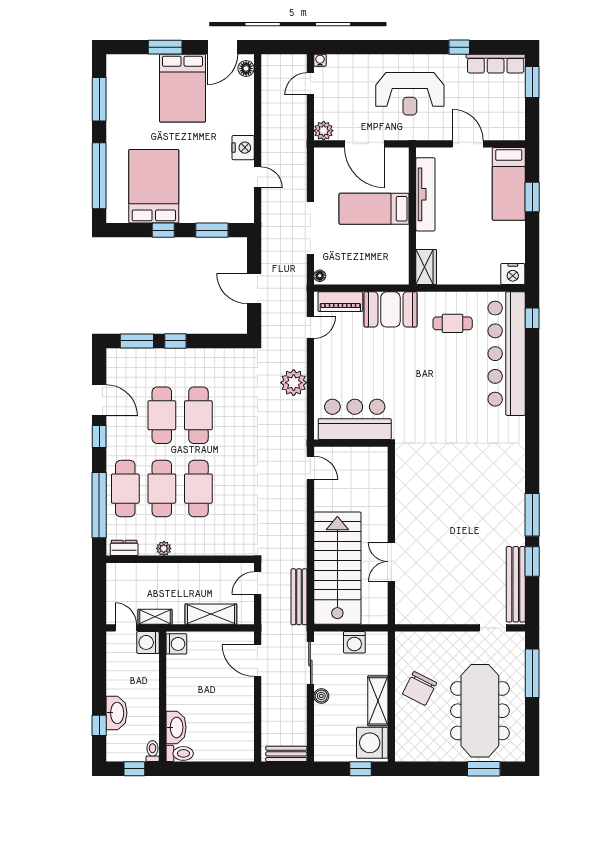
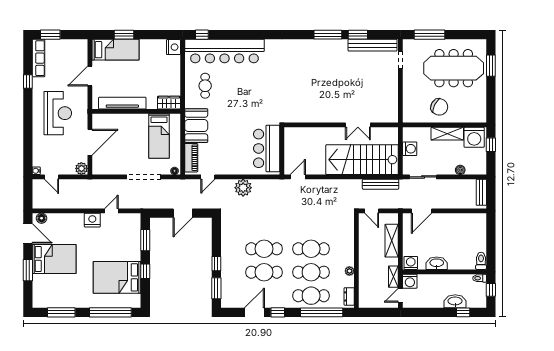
bed: (374, 209) -> (159, 136), moved
door: (310, 328) -> (208, 177), swing flipped
boiler: (321, 696) -> (460, 170), moved
washbasin: (176, 727) -> (437, 263), moved

